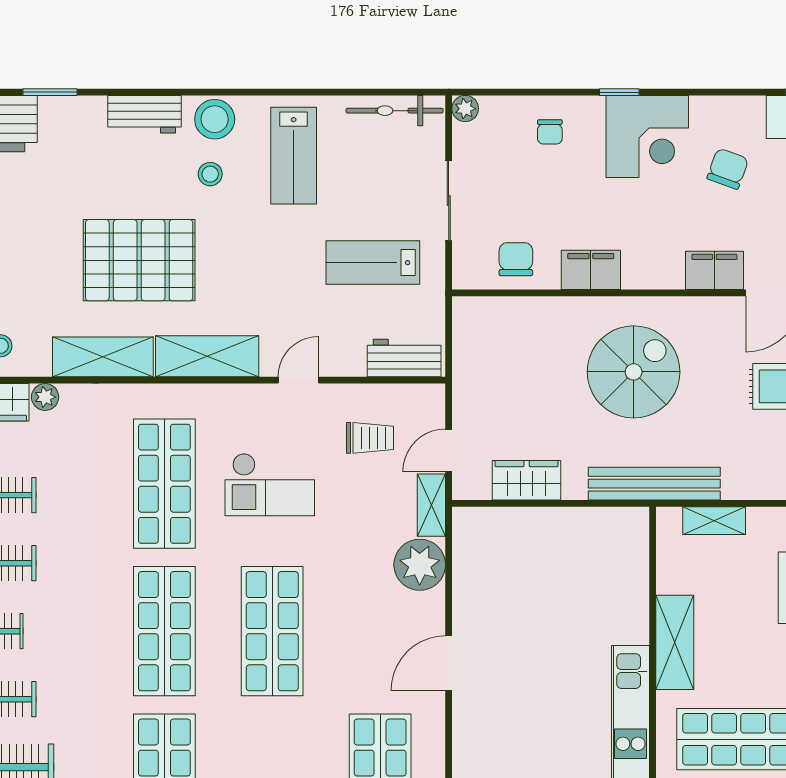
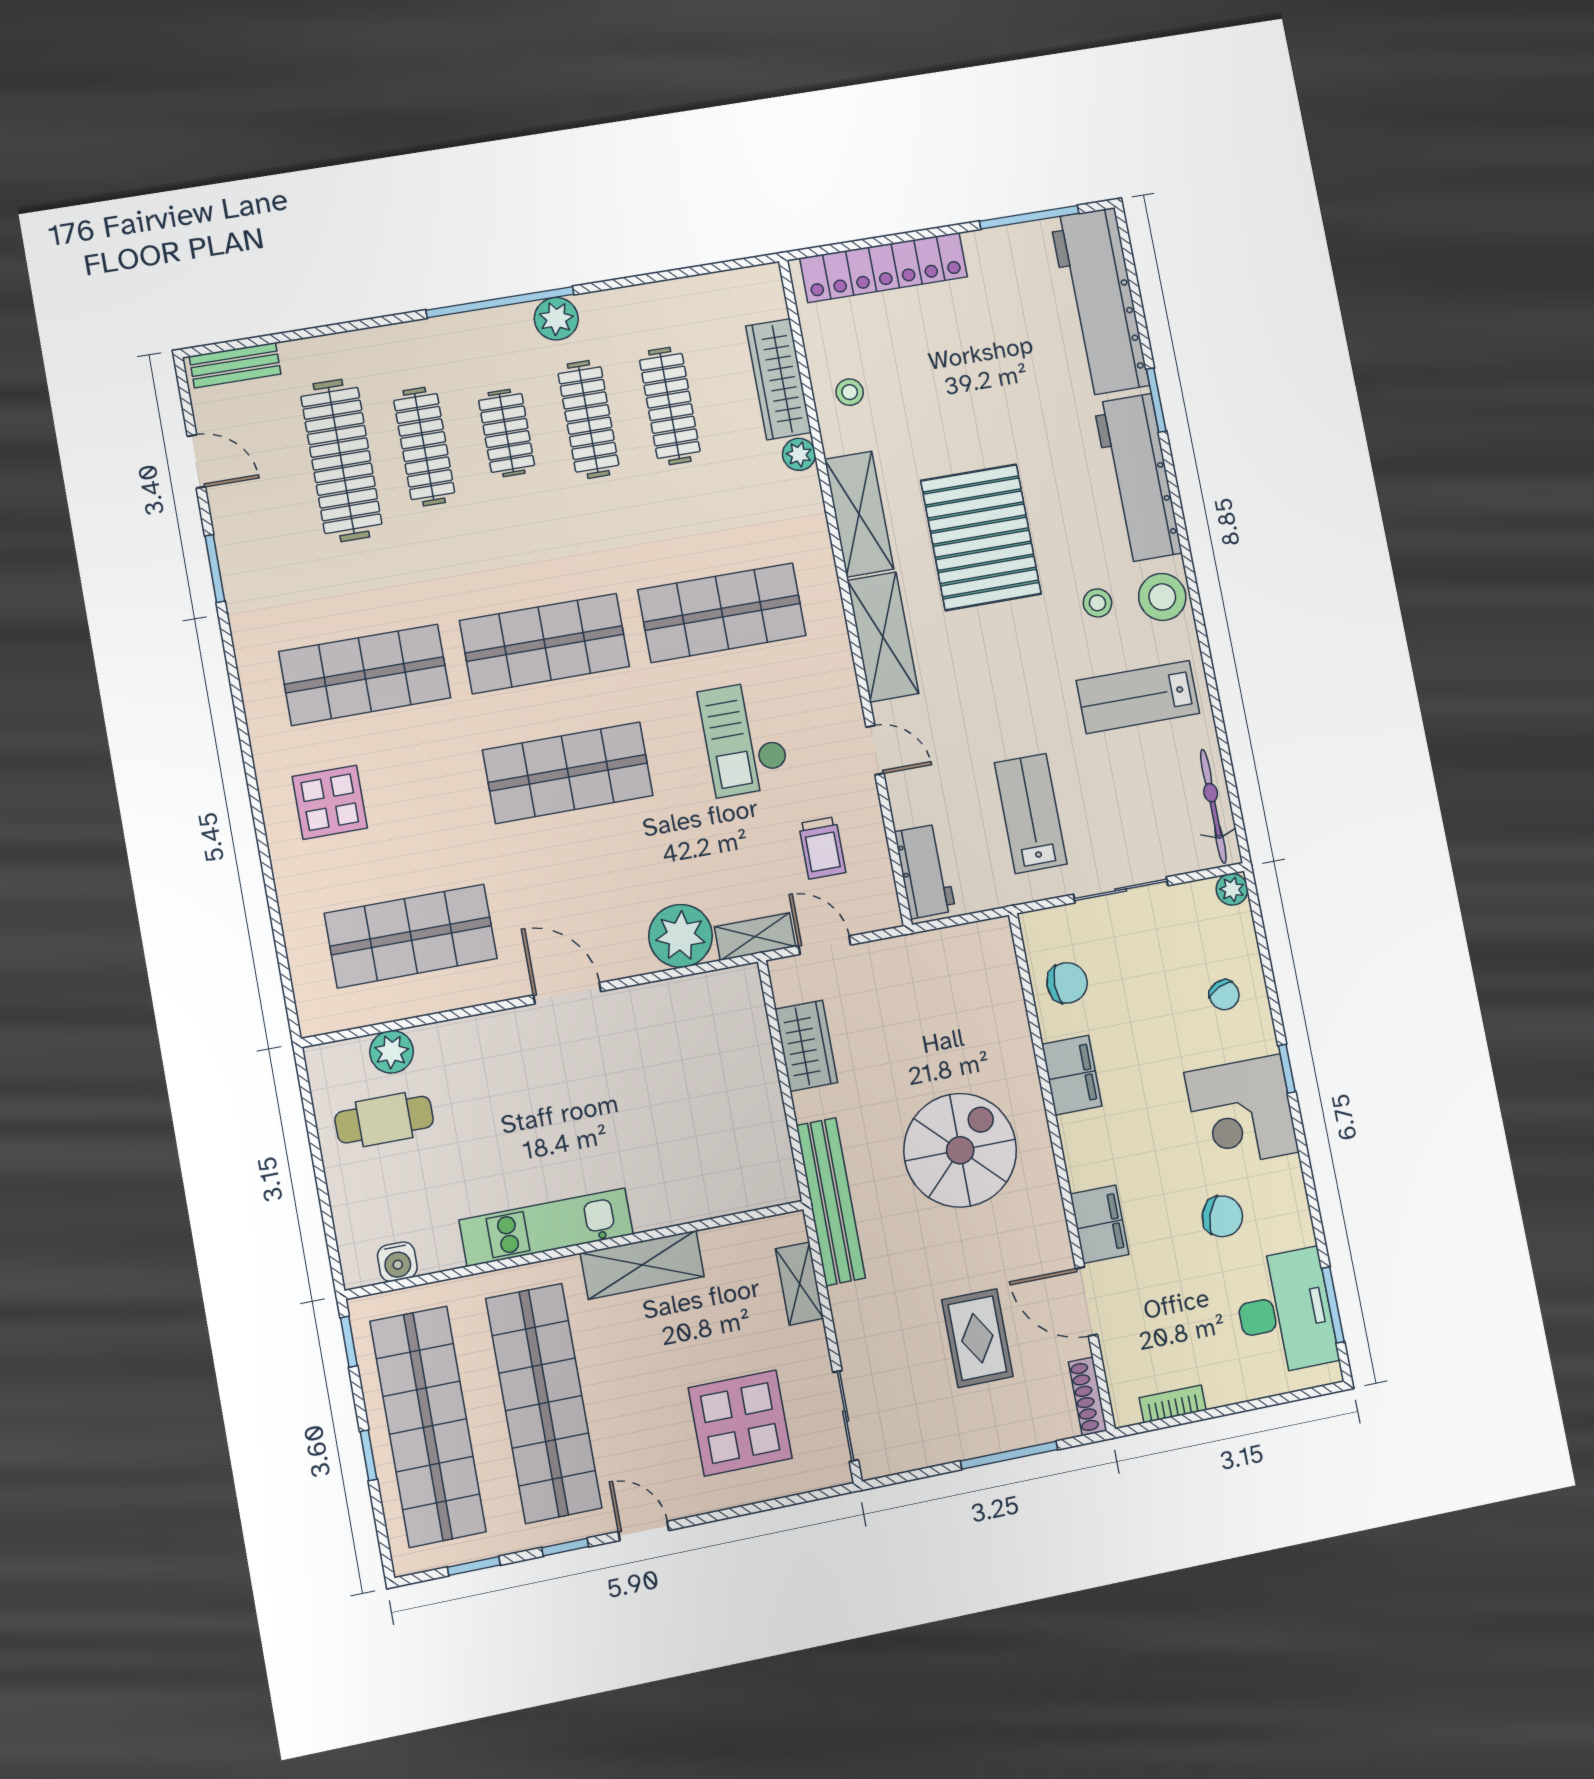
workbench: (145, 114) -> (1138, 478), width x1.88, depth x1.32
chair: (550, 132) -> (1224, 995), turned -114
spiral stairs: (634, 372) -> (960, 1150), turned -90

